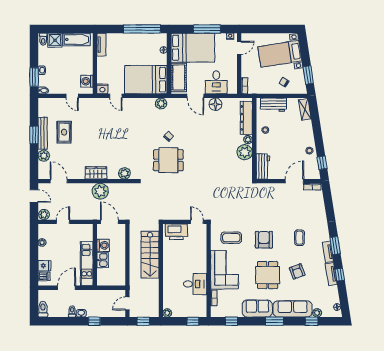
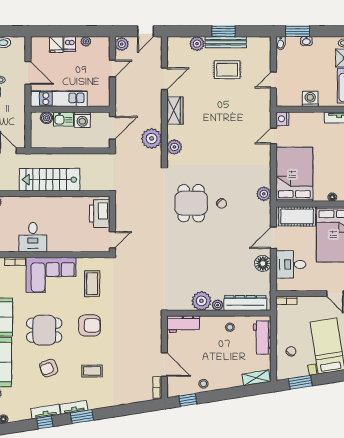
washing machine: (87, 81) -> (310, 99), moved
door: (59, 181) -> (164, 79), moved
plant: (100, 191) -> (152, 139), moved
door: (63, 222) -> (112, 68), hinge flipped
stairs: (150, 255) -> (50, 180), moved
boiler: (102, 273) -> (47, 118), added
dishwasher: (44, 276) -> (70, 44), moved

